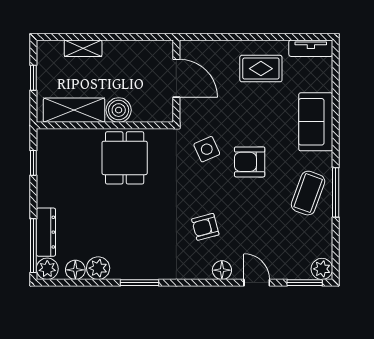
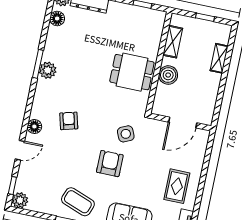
shelving: (74, 110) -> (173, 42), width x0.67, depth x0.75
plant: (98, 268) -> (48, 70), moved
window: (305, 283) -> (12, 186), width x0.67

